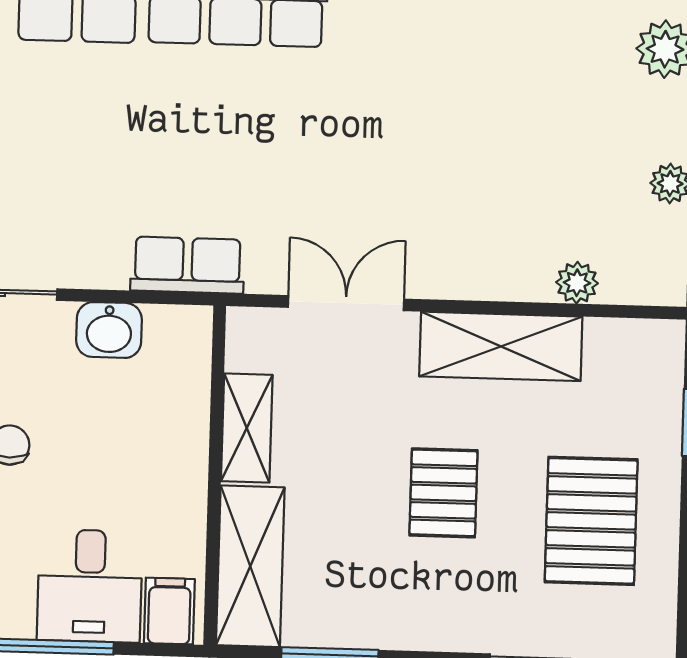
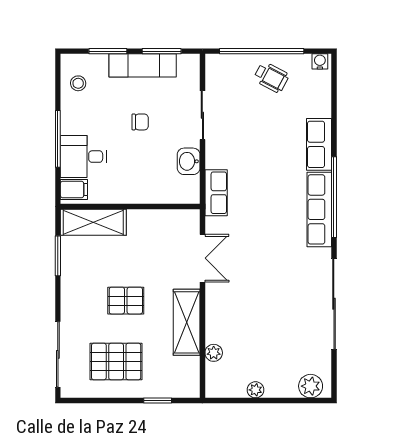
shelving: (247, 428) -> (150, 219), removed

